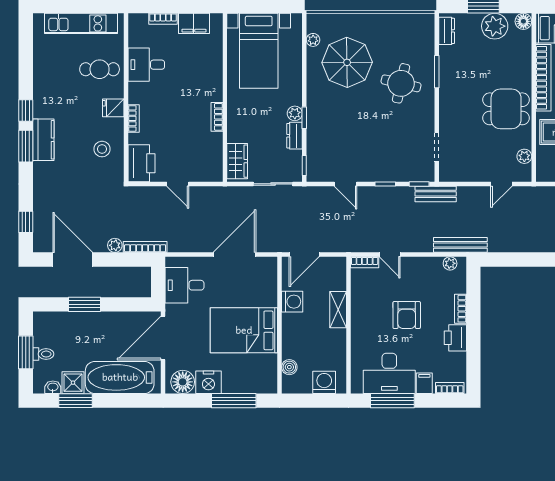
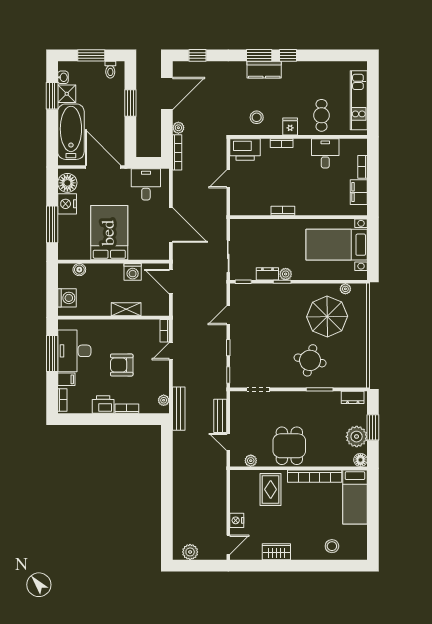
wardrobe: (237, 161) -> (247, 227), removed
bench: (436, 194) -> (220, 416), moved
toilet: (43, 354) -> (110, 70), moved

